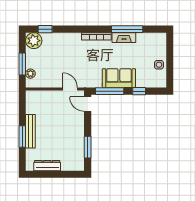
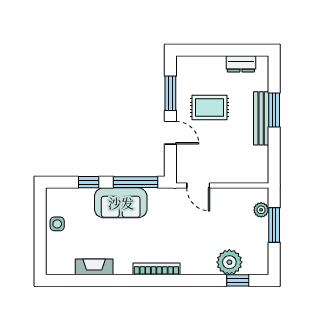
window: (127, 29) -> (108, 280), removed
fireplace: (124, 38) -> (94, 267), moved
plant: (34, 41) -> (229, 262), moved
door: (88, 104) -> (170, 133), moved
rug: (63, 138) -> (210, 107), added
dresser: (47, 166) -> (241, 64), width x0.70

